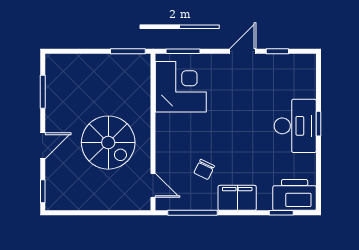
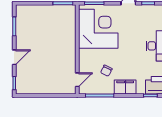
corner desk: (181, 87) -> (98, 29), width x1.36, depth x1.36
spiral stairs: (108, 143) -> (52, 55), removed
door: (153, 185) -> (77, 80), hinge flipped

